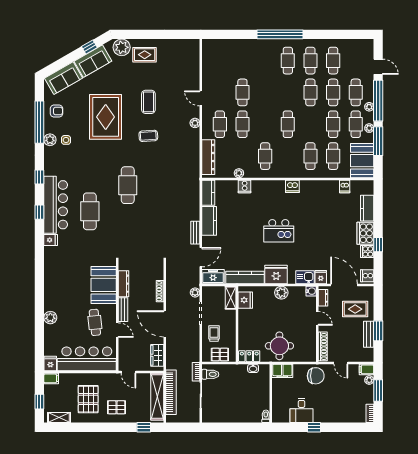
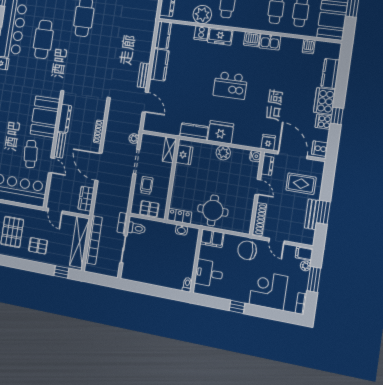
plant: (239, 173) -> (202, 14), width x1.88, depth x1.88
door: (201, 257) -> (145, 102), hinge flipped
freezer: (213, 277) -> (220, 36), moved, turned 180
kitchen sink: (305, 277) -> (270, 42), moved, turned 180
kitchen counter: (245, 278) -> (194, 132), width x0.67
chair: (316, 376) -> (247, 250), turned 180
corner desk: (340, 407) -> (268, 290), added
desk: (302, 411) -> (209, 273), moved, turned 90

